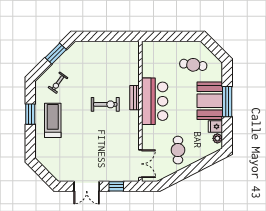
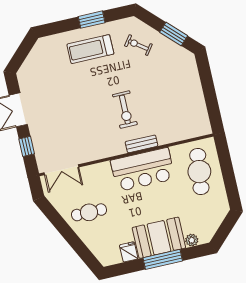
cafe table: (193, 65) -> (199, 172), moved, width x1.37, depth x1.35
treadmill: (53, 120) -> (90, 49), turned 180
plant: (217, 138) -> (192, 240), moved

